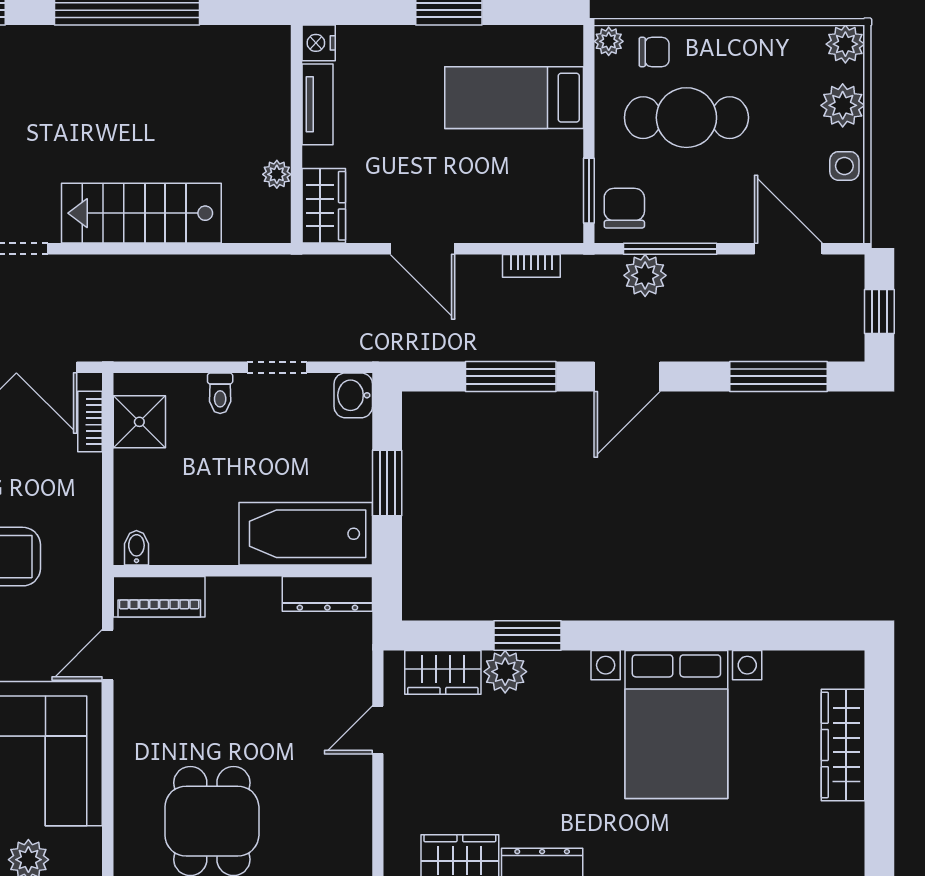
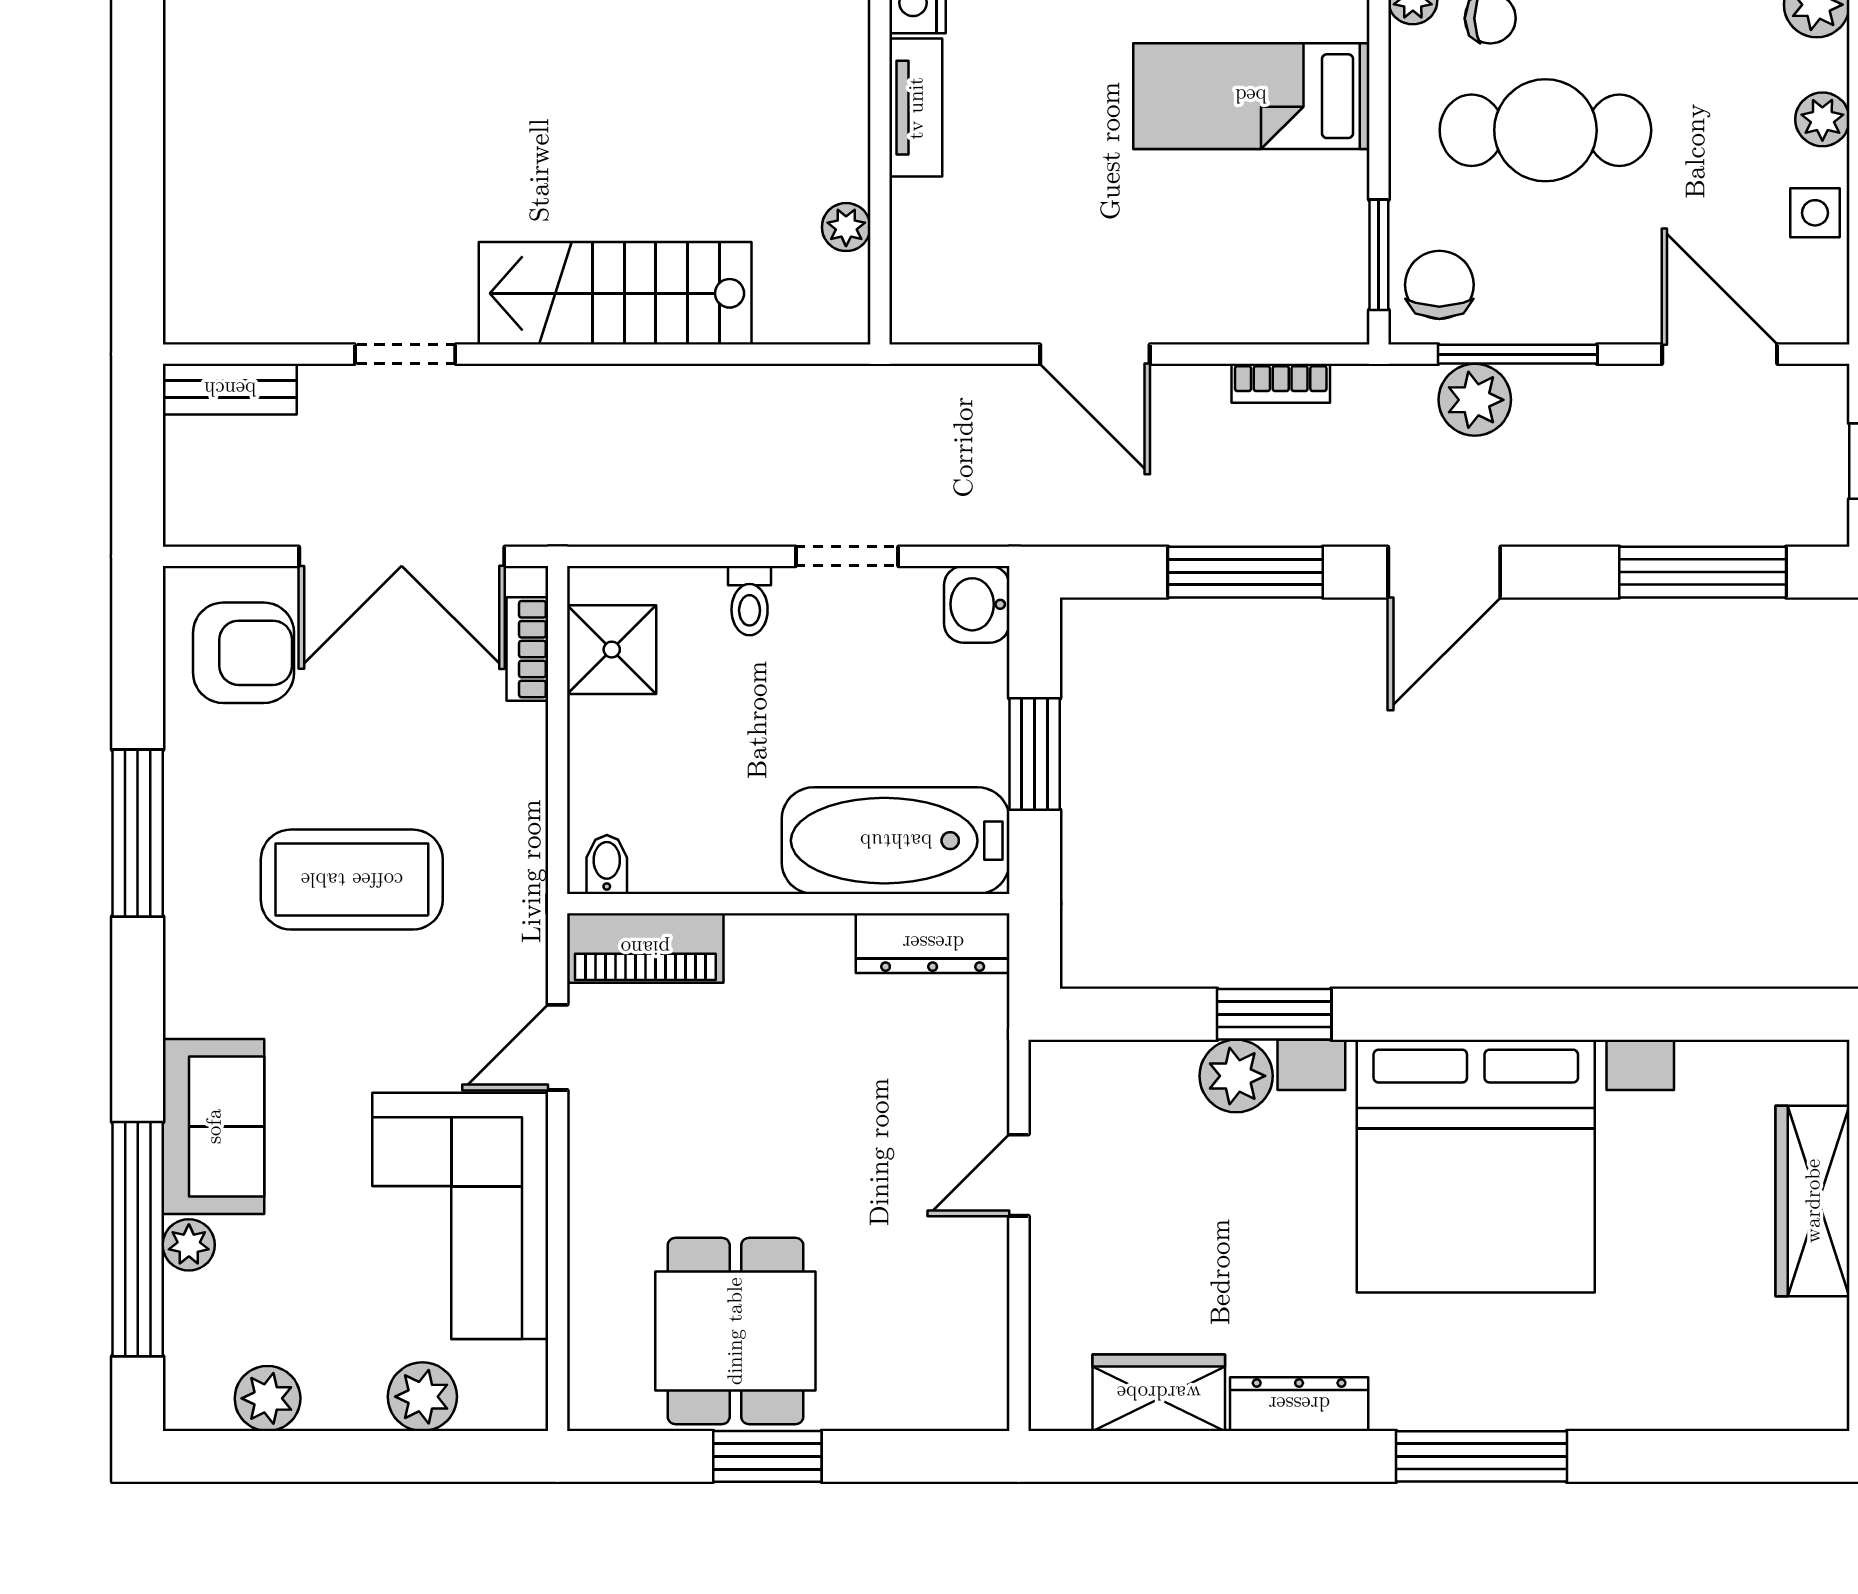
plant: (843, 105) -> (1822, 119), width x0.73, depth x0.73
wardrobe: (324, 206) -> (926, 281), removed
wardrobe: (443, 672) -> (1130, 1077), removed
bed with nightstands: (676, 724) -> (1476, 1166), width x1.36

